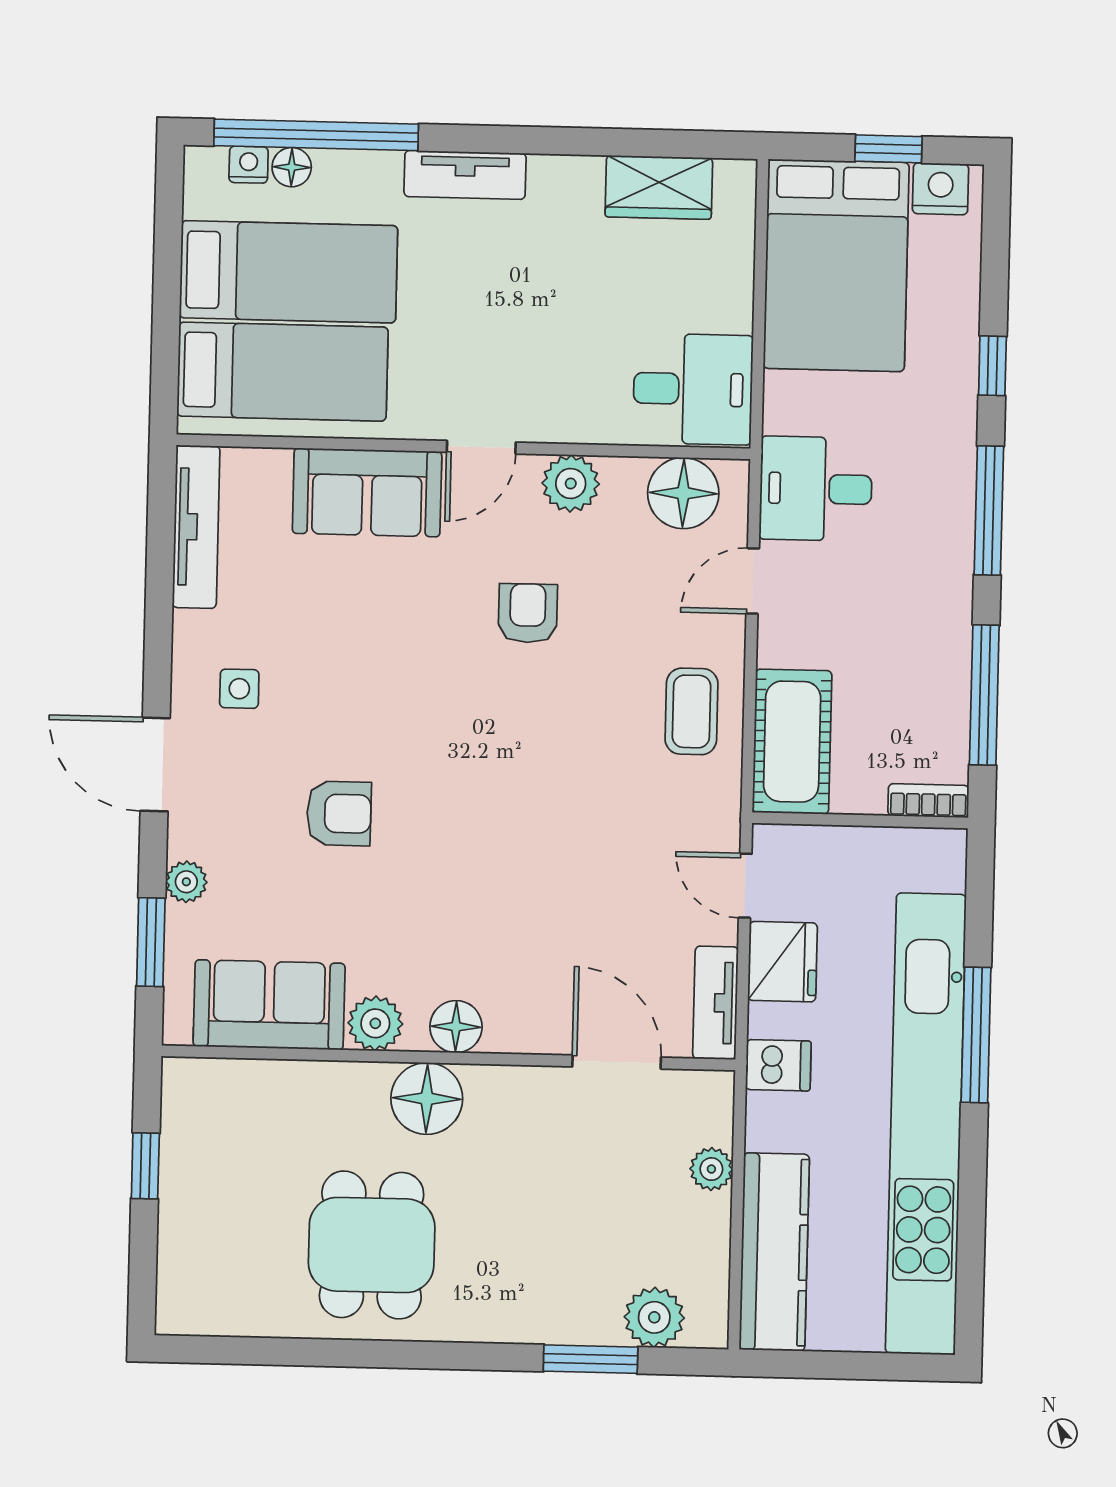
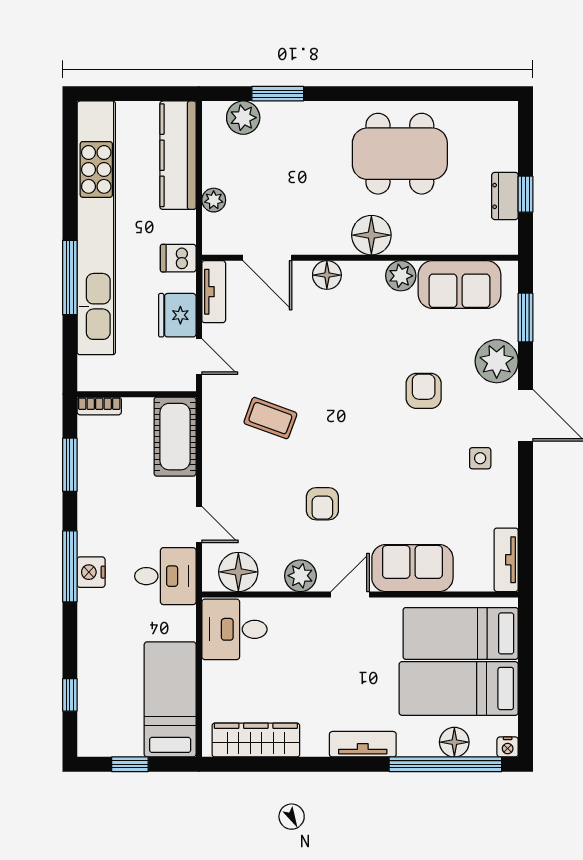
nightstand: (249, 165) -> (508, 747), moved
floor lamp: (292, 167) -> (454, 742), width x1.37, depth x1.37
wardrobe: (659, 187) -> (256, 740), width x1.50
nightstand: (941, 189) -> (91, 572), moved, turned 90
bed: (836, 265) -> (170, 699), width x0.67
window: (992, 366) -> (70, 695), moved
tv unit: (196, 527) -> (506, 560), width x0.71
door: (753, 581) -> (199, 524), hinge flipped
window: (984, 695) -> (70, 465), width x0.69
coffee table: (692, 711) -> (270, 418), moved, turned -70
armchair: (339, 813) -> (424, 391), turned 90
plant: (186, 882) -> (497, 361), width x1.88, depth x1.88
floor lamp: (456, 1027) -> (327, 275), moved
dresser: (183, 1164) -> (505, 196), added
dining table: (372, 1245) -> (400, 154), width x1.38

